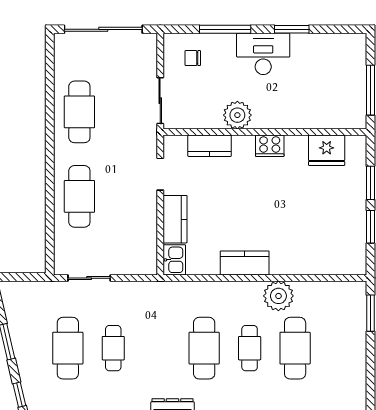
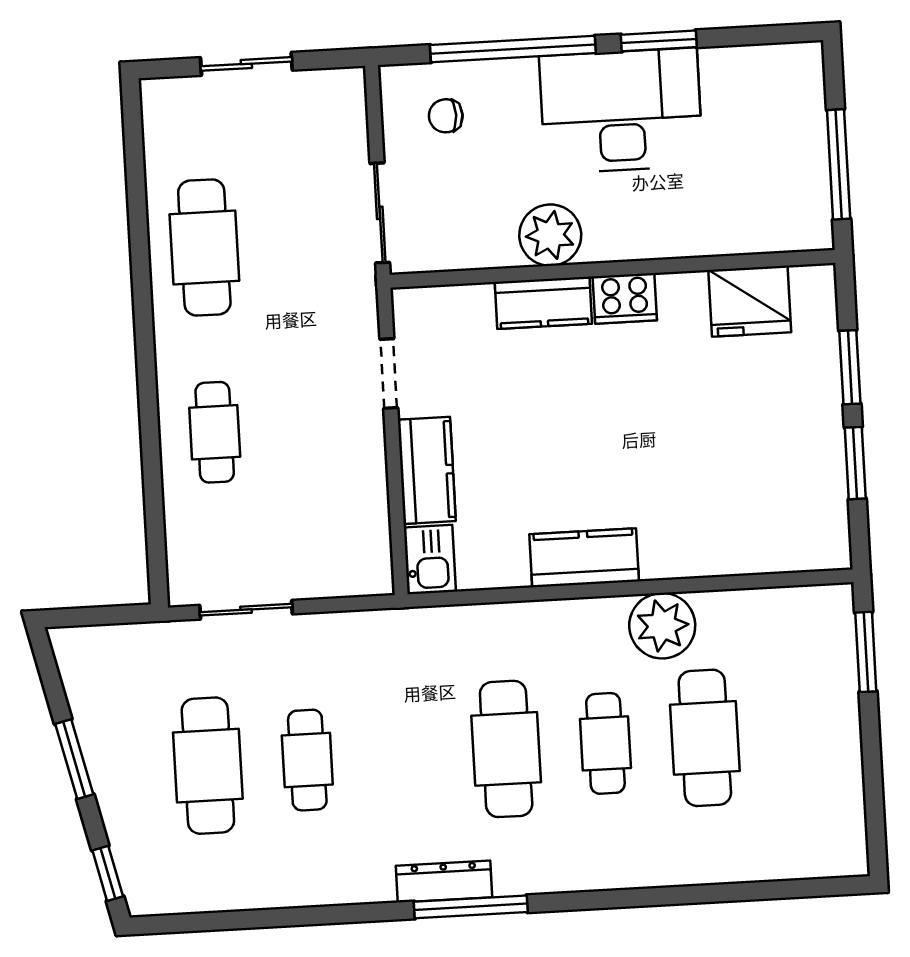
sliding door: (103, 29) -> (246, 64), width x0.54
window: (225, 29) -> (513, 49), width x1.46
desk: (263, 54) -> (621, 111), width x1.36, depth x1.30
kitchen counter: (210, 146) -> (543, 303), moved
cafe table: (79, 196) -> (215, 432), width x0.73, depth x0.74

